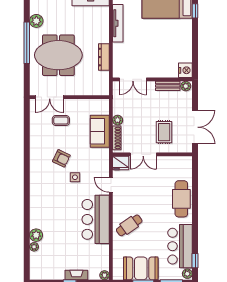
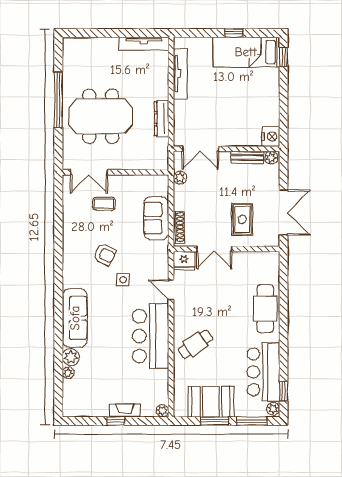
plant: (36, 21) -> (71, 70), removed
plant: (118, 120) -> (180, 178), moved
sofa: (39, 206) -> (75, 318), added

